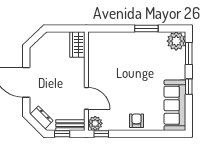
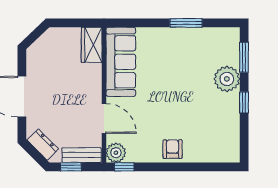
plant: (176, 41) -> (227, 79), moved
sofa: (175, 105) -> (121, 62), moved, turned 180

